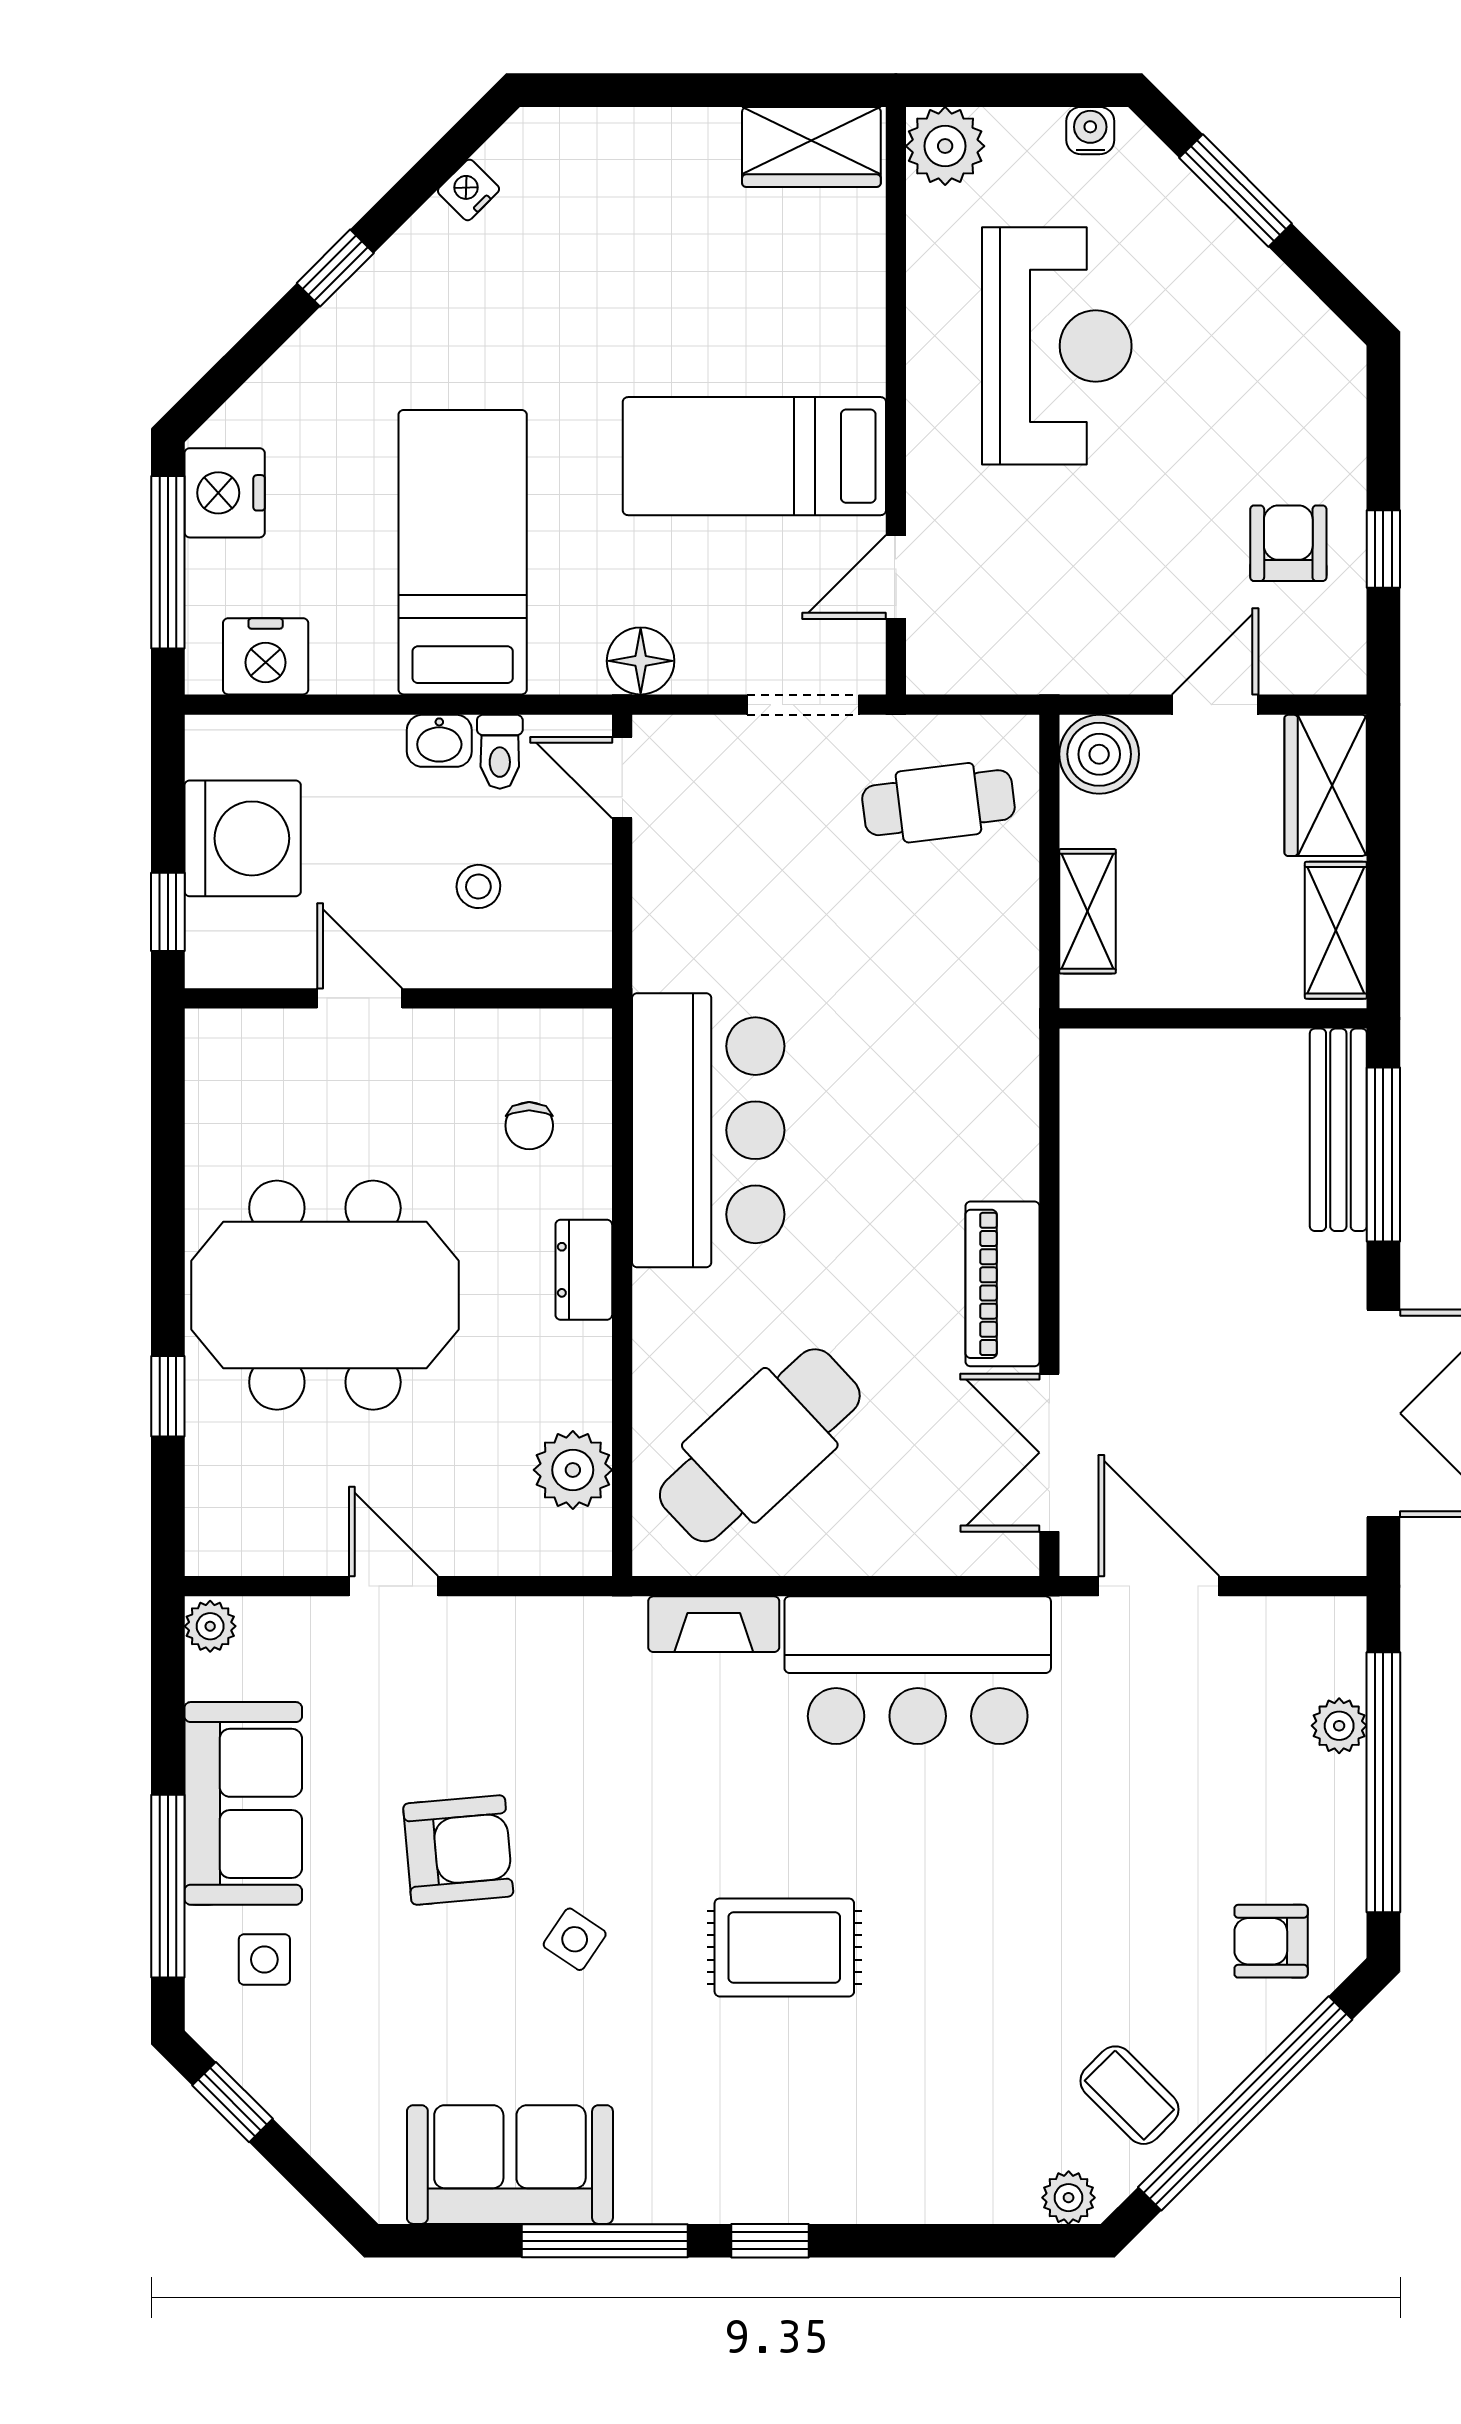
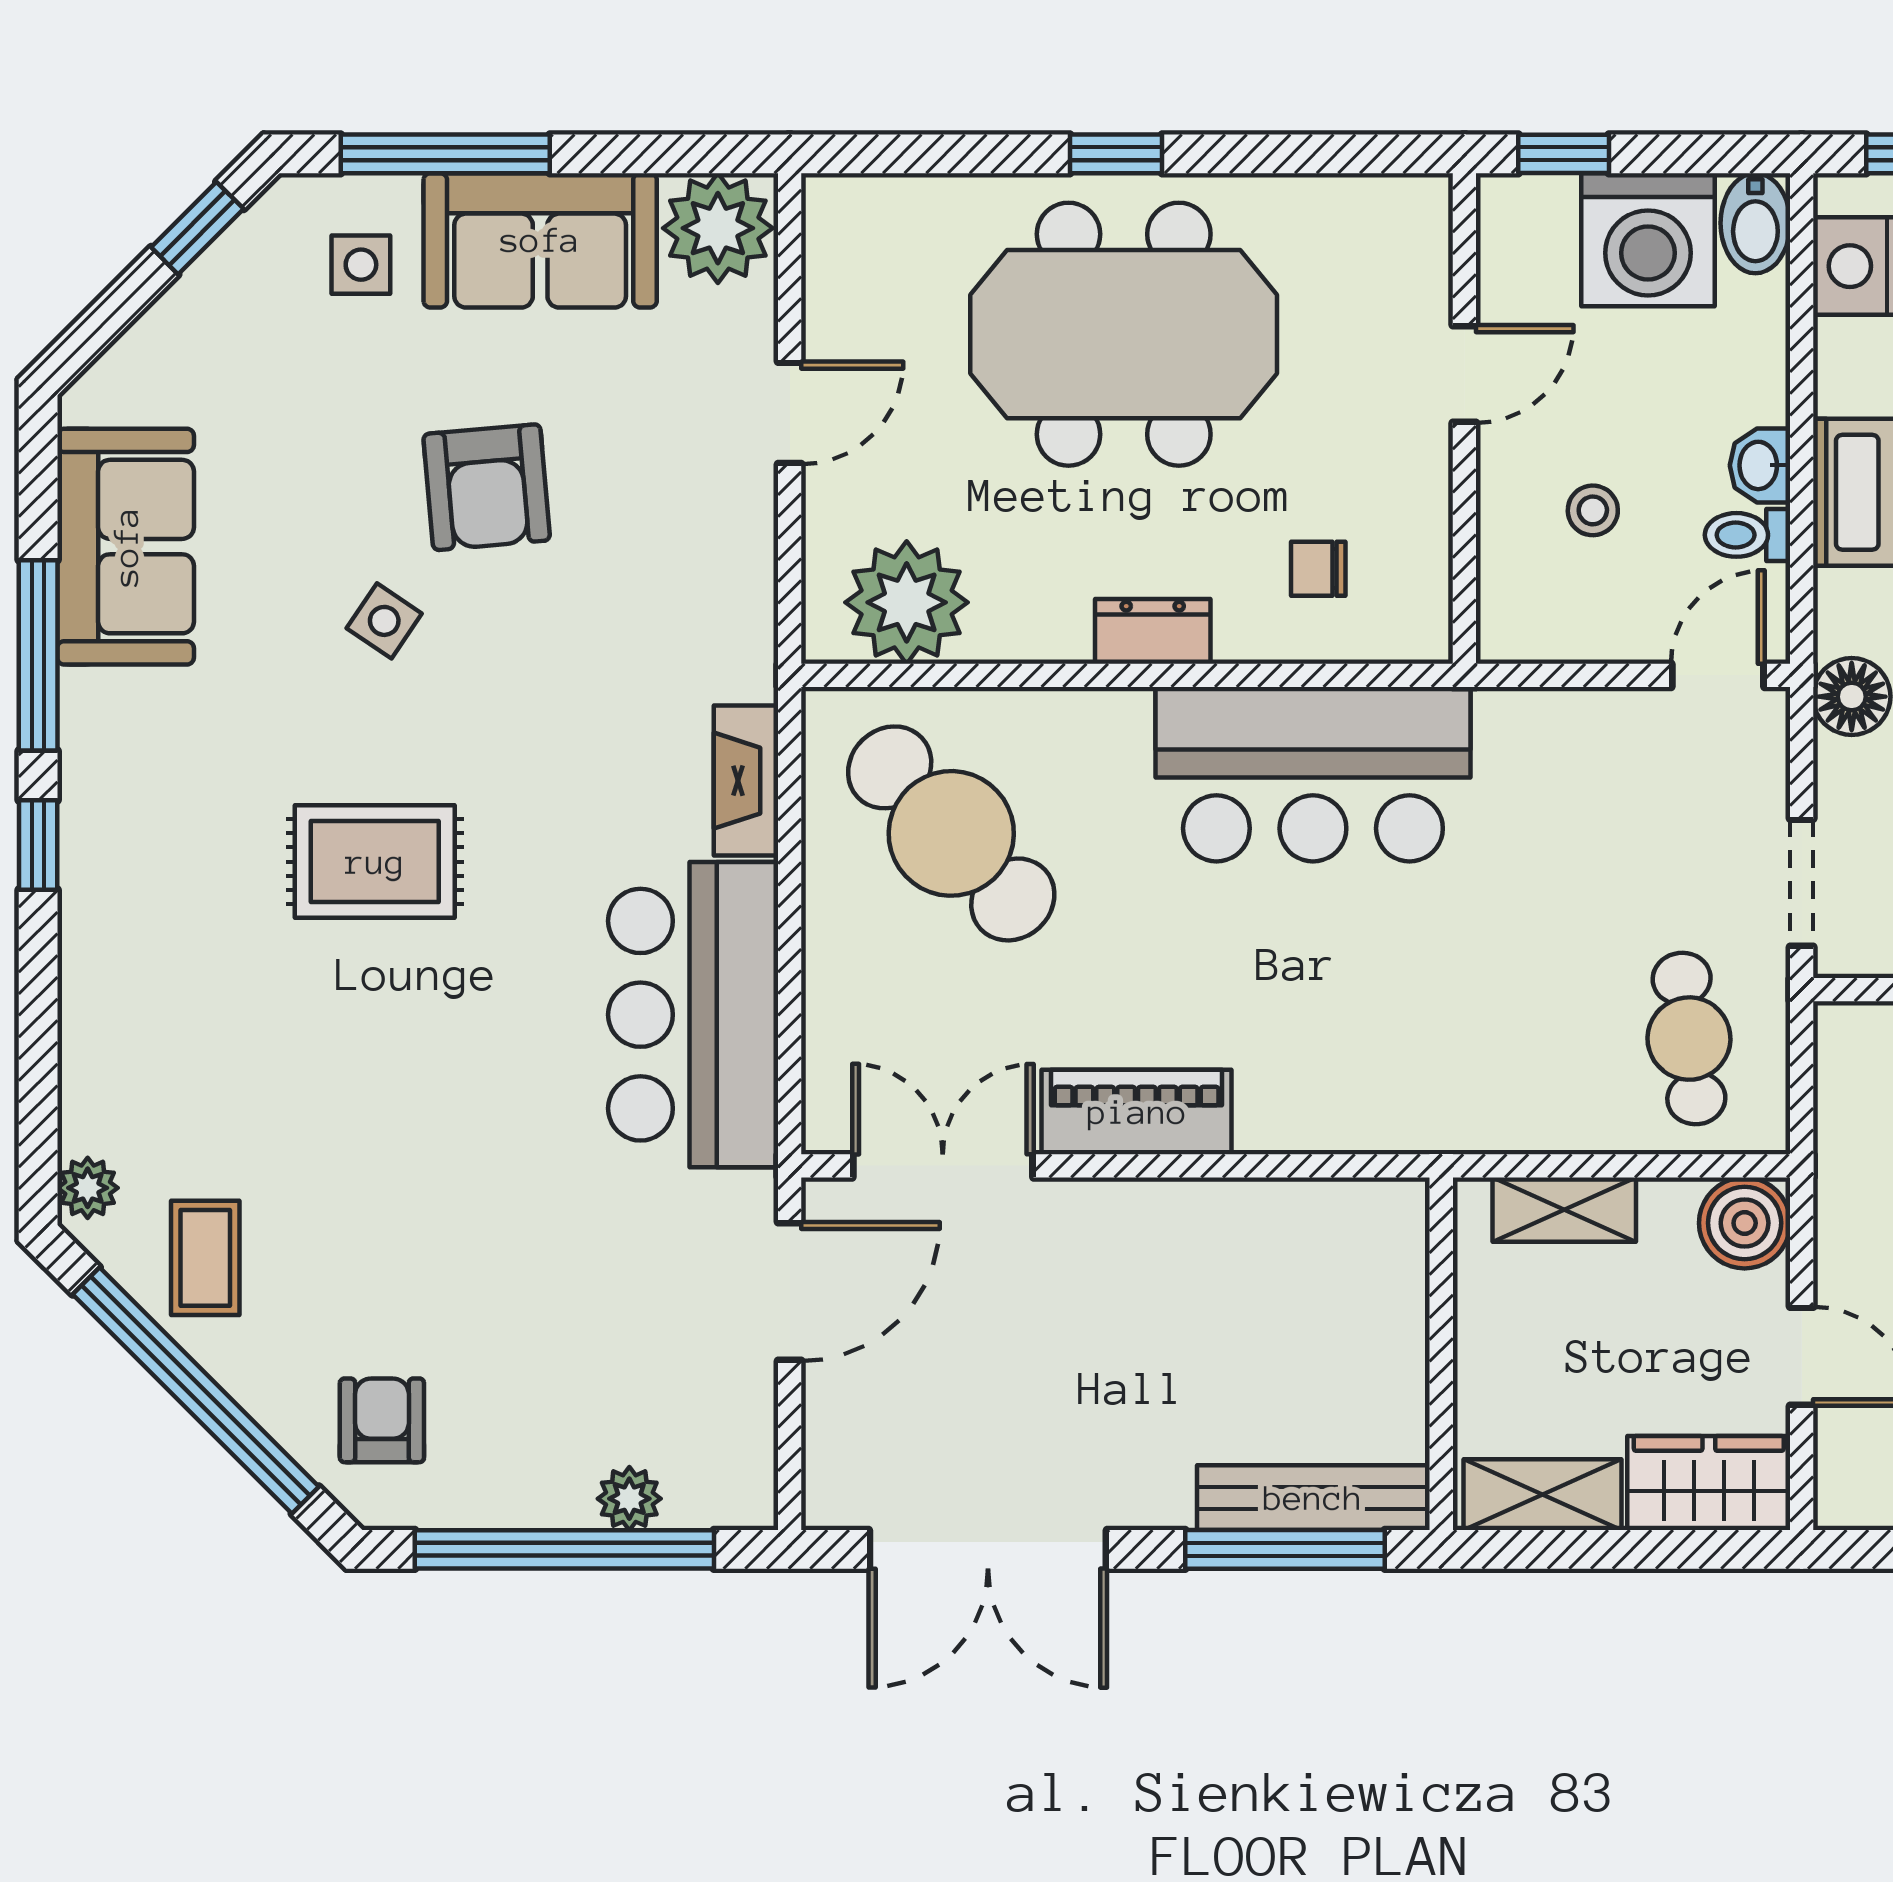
bidet: (228, 745) -> (1755, 223), added
meeting table: (325, 1295) -> (1124, 334), turned 90
window: (168, 1396) -> (1116, 154), moved
plant: (573, 1470) -> (907, 602), width x1.36, depth x1.36
plant: (210, 1626) -> (718, 228), width x1.87, depth x1.87
rug: (784, 1947) -> (375, 862), turned 90
coffee table: (1129, 2095) -> (205, 1258), turned -45

